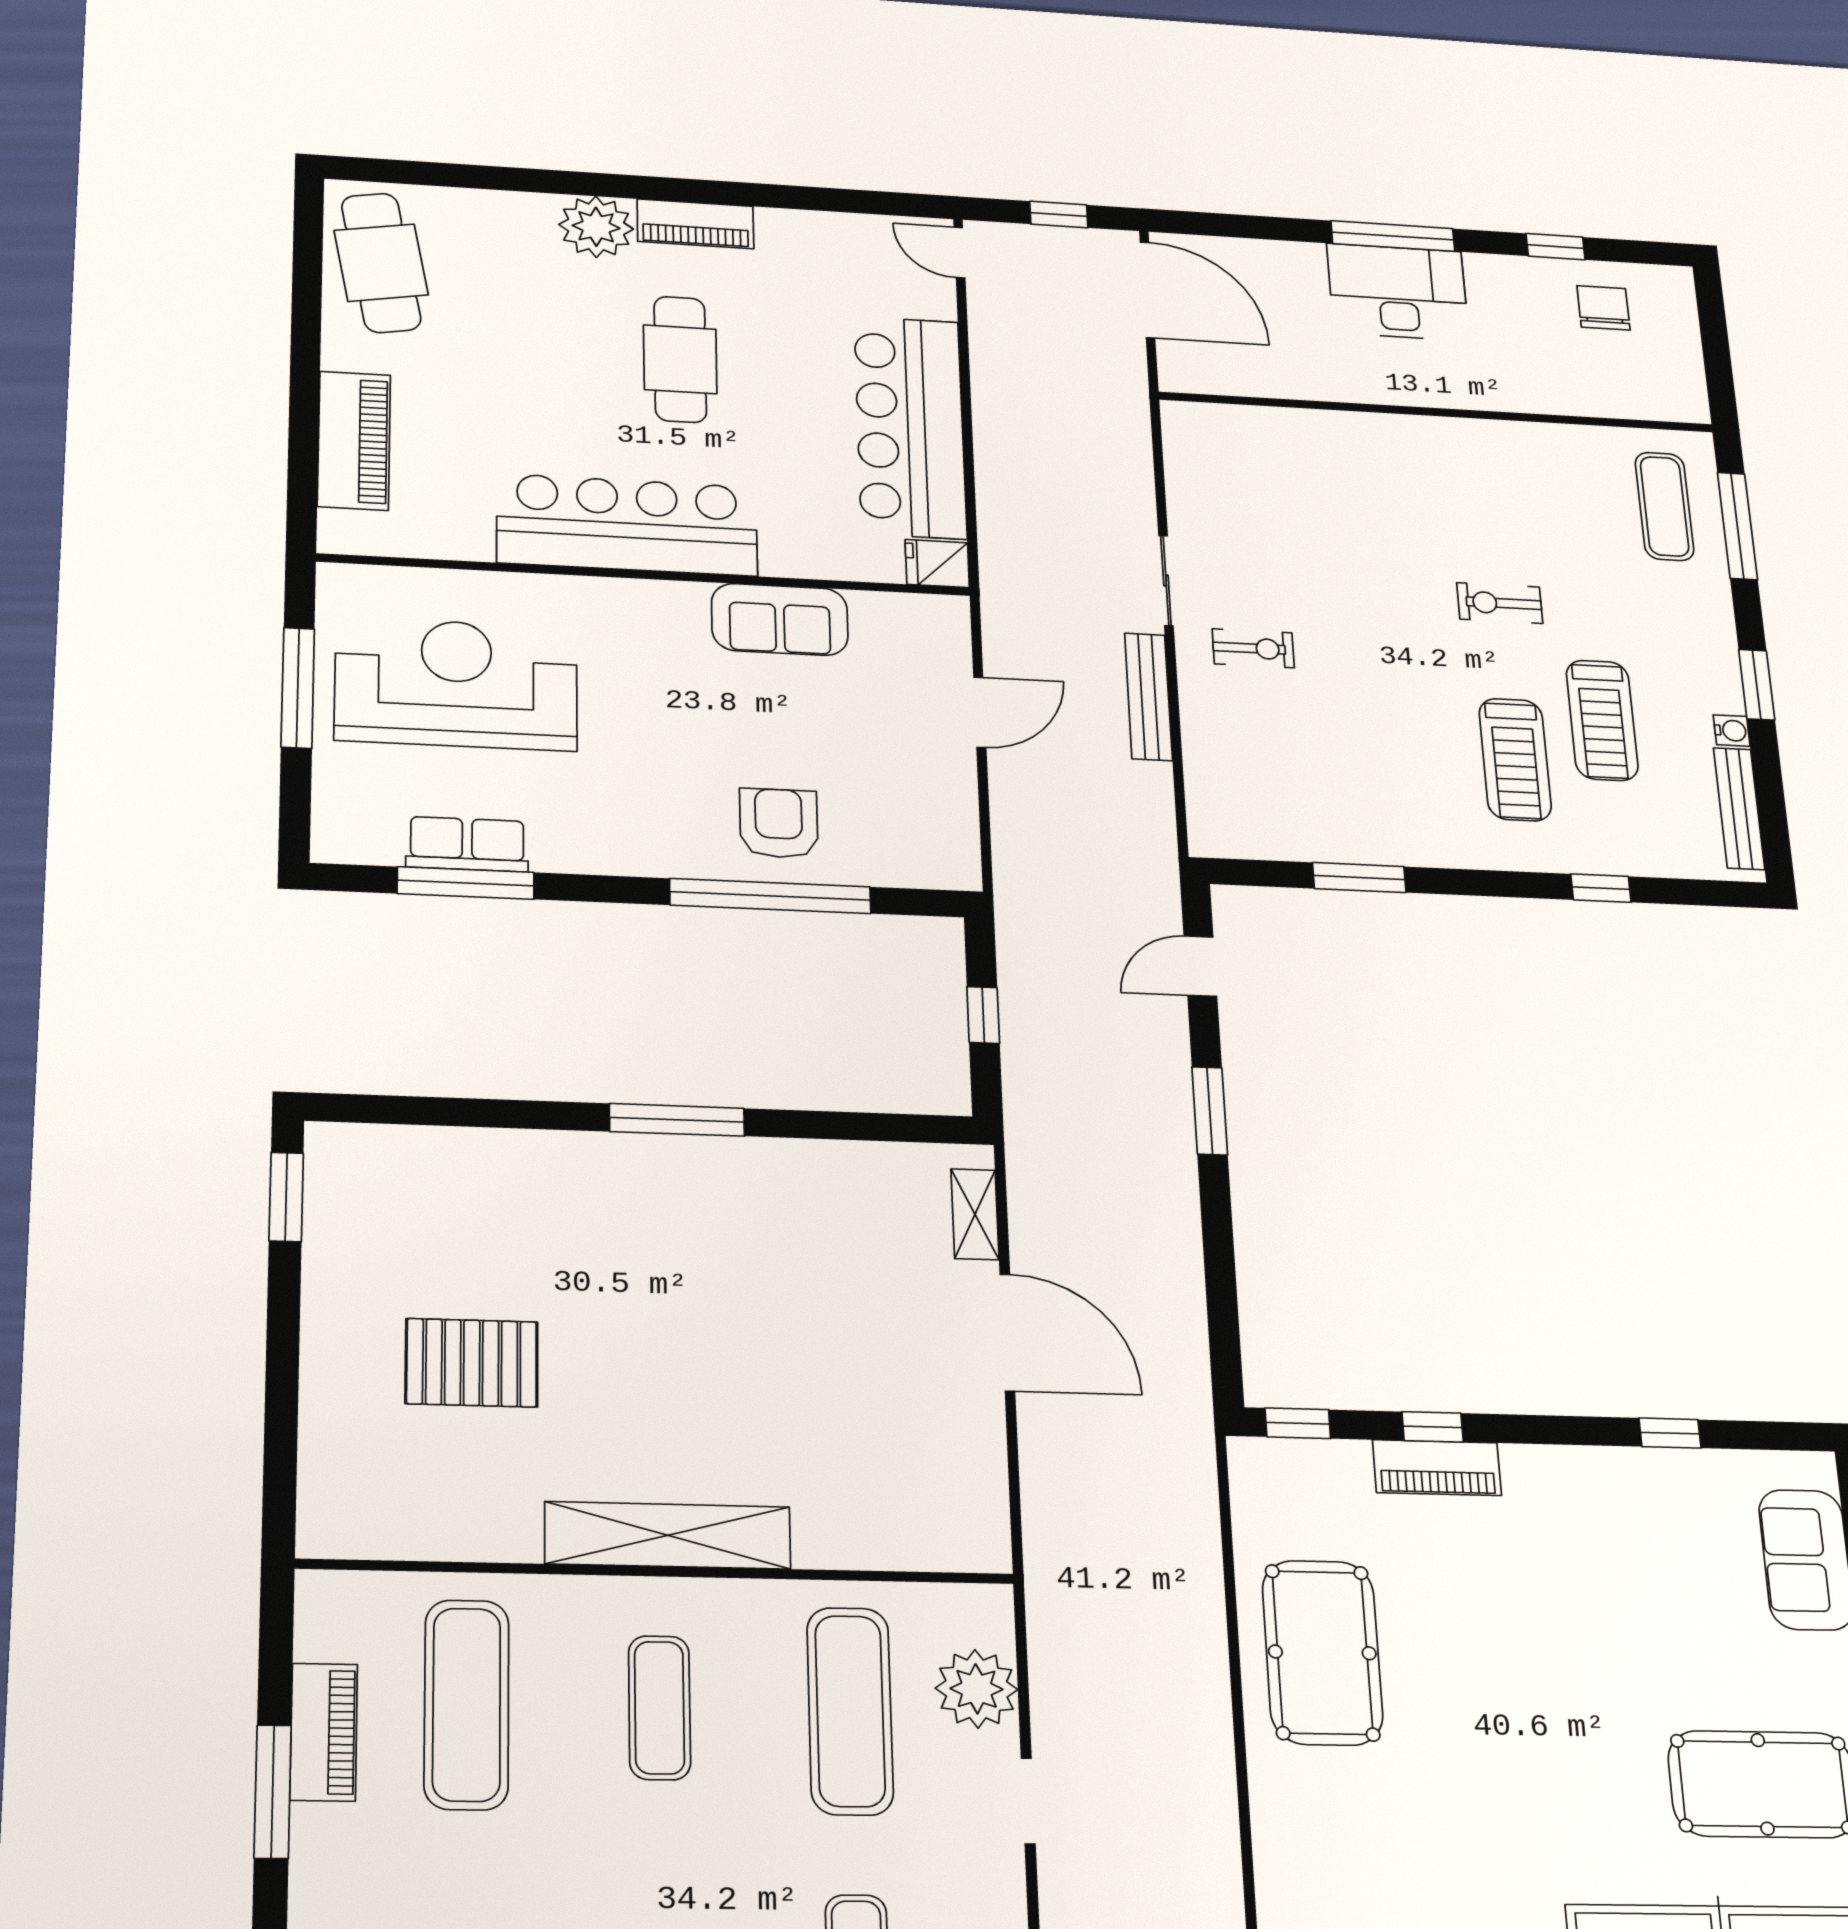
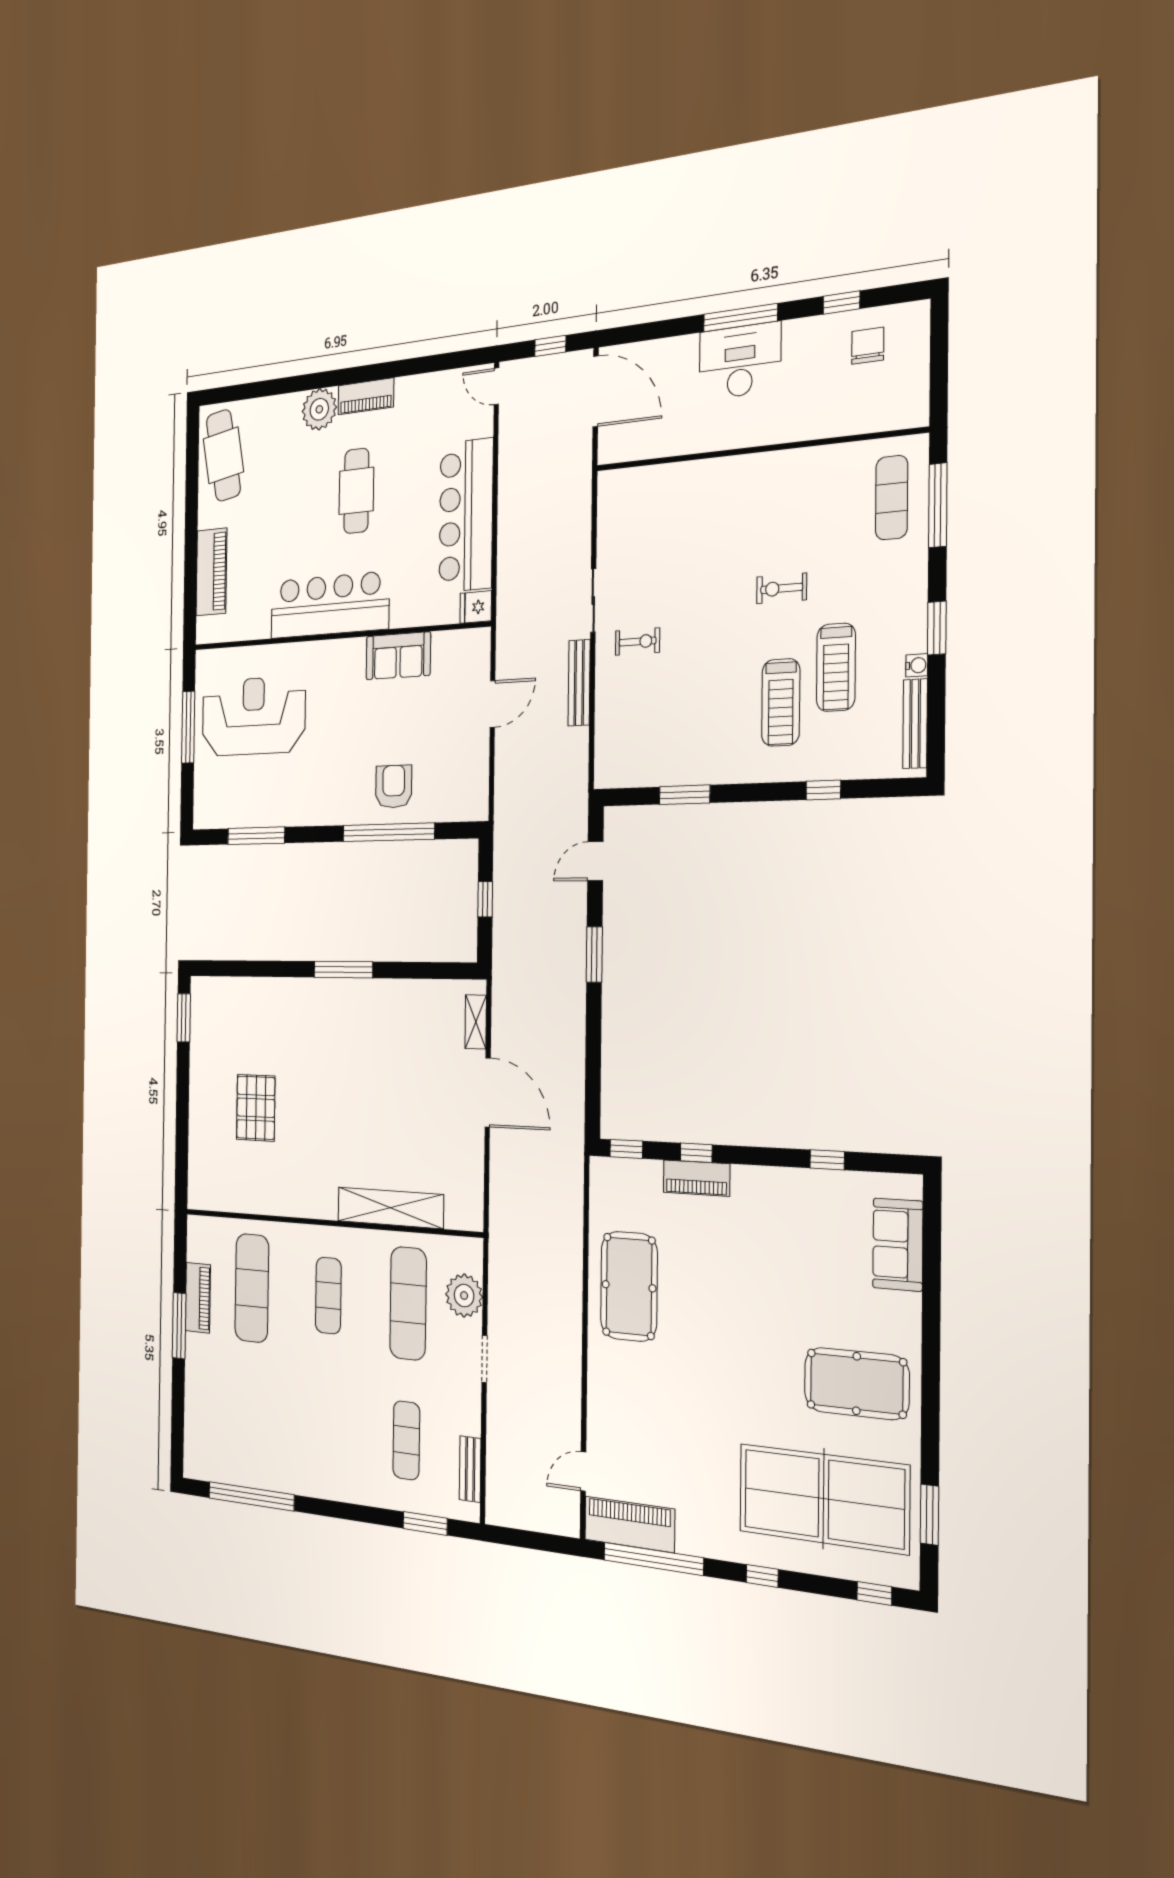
row of seats: (467, 844) -> (257, 813), removed
pallet: (472, 1363) -> (256, 1108), turned 90
shelving: (668, 1535) -> (390, 1208), moved

